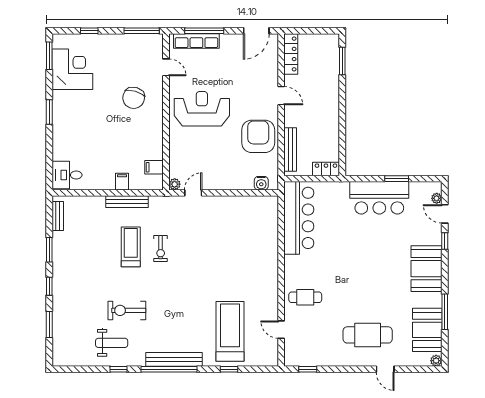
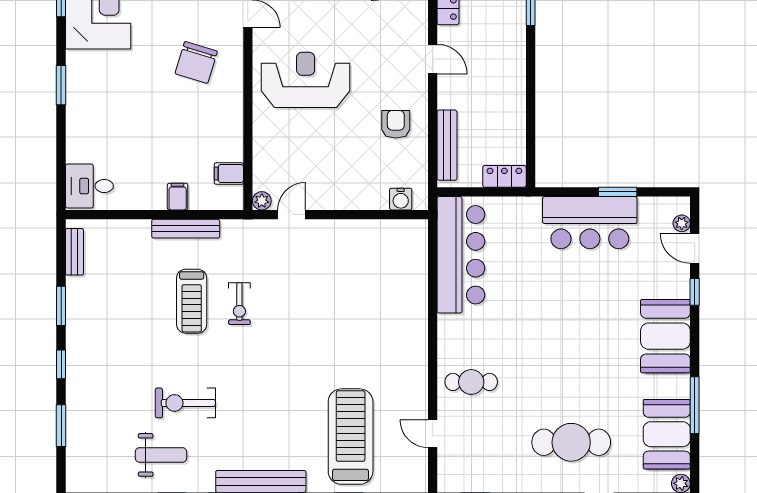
armchair: (258, 136) -> (396, 124), width x0.53, depth x0.53
treadmill: (131, 247) -> (192, 301), turned 180

